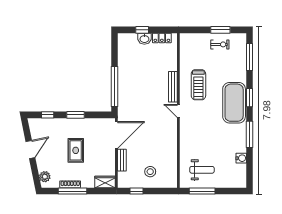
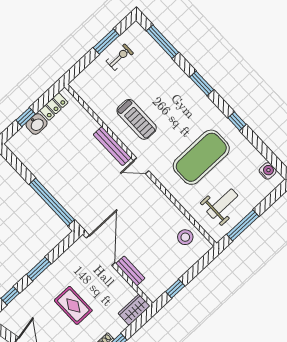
exercise mat: (234, 103) -> (201, 157), moved, turned 90
window: (249, 134) -> (237, 121), width x0.46
water cooler: (241, 158) -> (268, 171), moved
stool: (150, 172) -> (185, 237), moved

